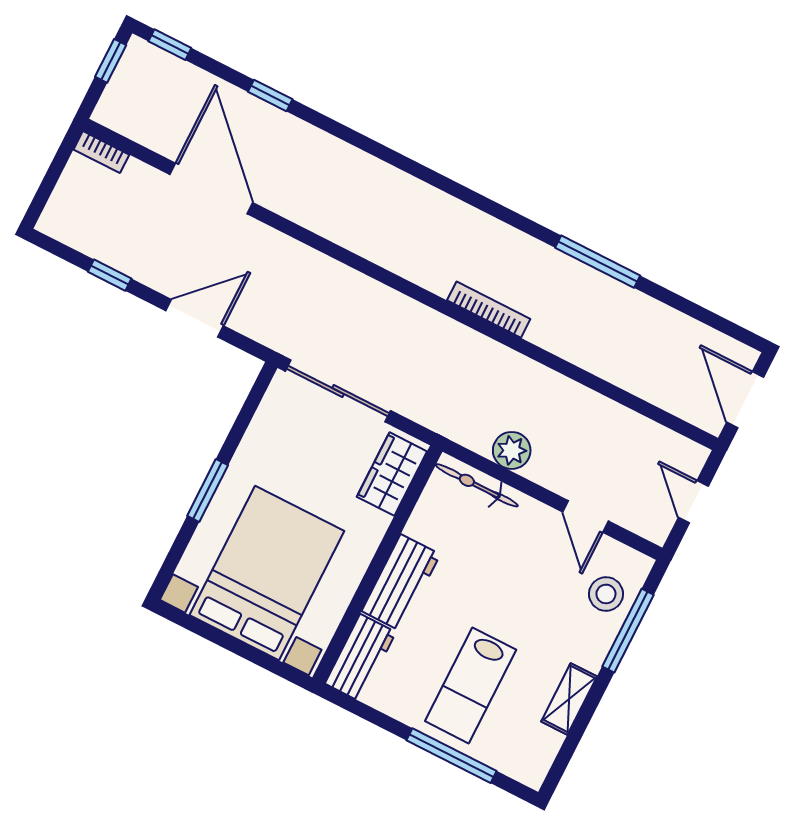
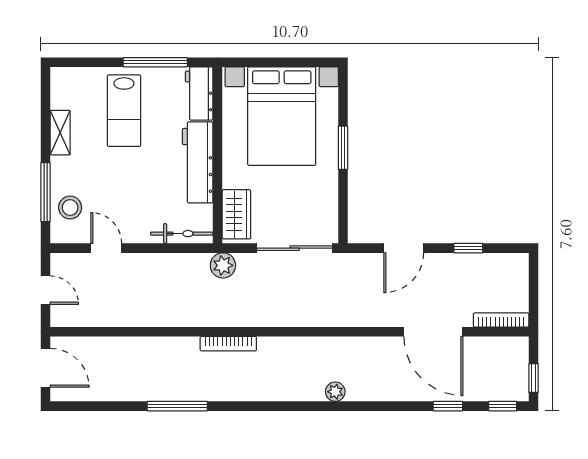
window: (270, 95) -> (448, 406), moved
bookcase: (101, 152) -> (501, 320), width x1.56
plant: (380, 175) -> (335, 392), added
plant: (512, 450) -> (223, 265), moved
workbench: (401, 583) -> (198, 162), width x1.37
lab bench: (471, 685) -> (124, 111), turned 180
window: (451, 756) -> (155, 62), moved

